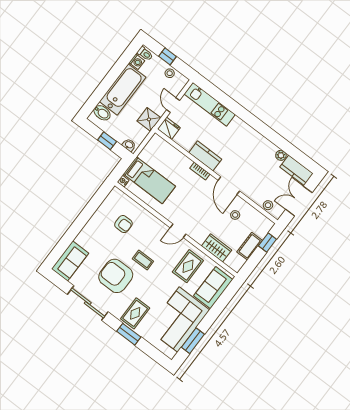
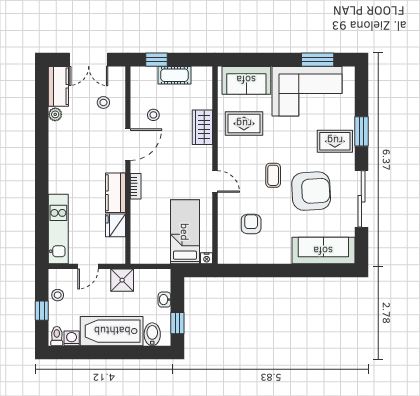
fridge: (169, 128) -> (116, 225), moved
window: (107, 141) -> (177, 323), moved
washbasin: (129, 145) -> (164, 300), moved
stool: (268, 205) -> (103, 102), moved
door: (178, 231) -> (215, 181), moved
wardrobe: (217, 248) -> (202, 127), moved
sofa: (70, 261) -> (323, 251), width x1.36
armchair: (116, 276) -> (311, 191), turned -93

